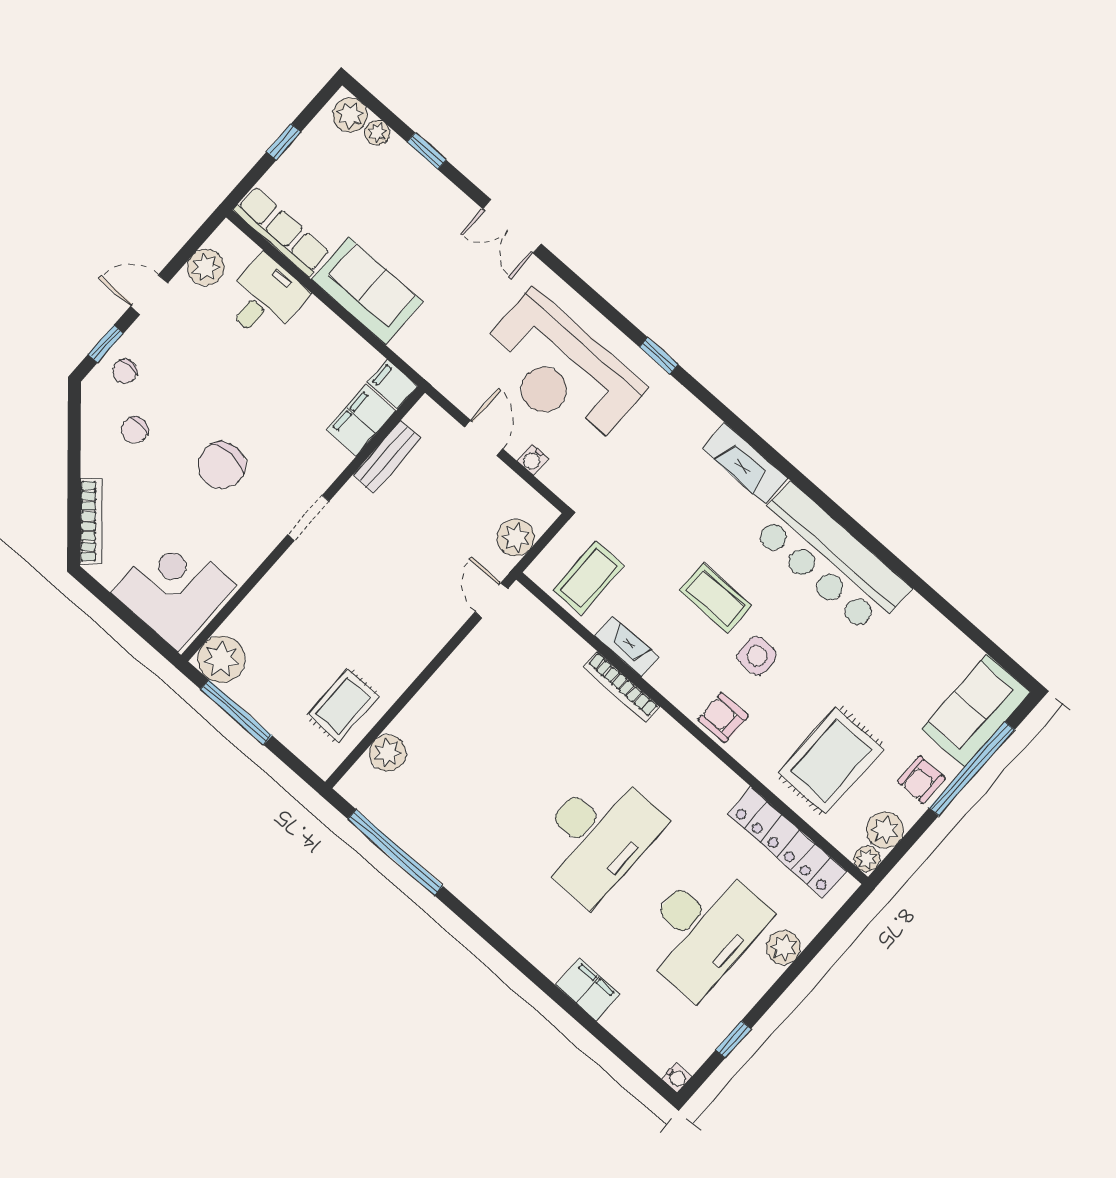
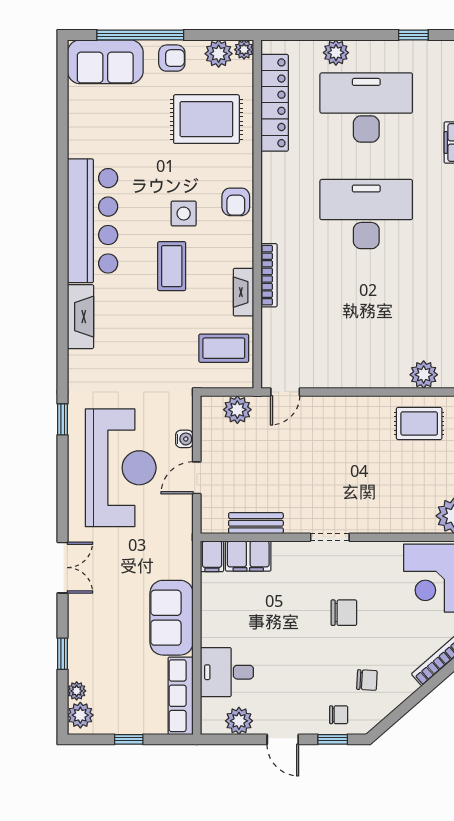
chair: (221, 466) -> (344, 613), width x0.73, depth x0.73

